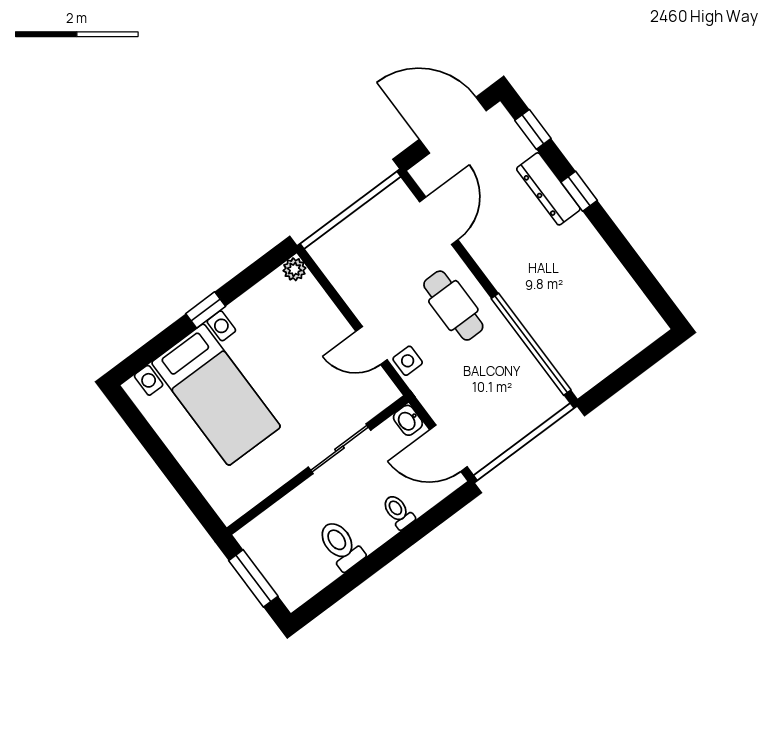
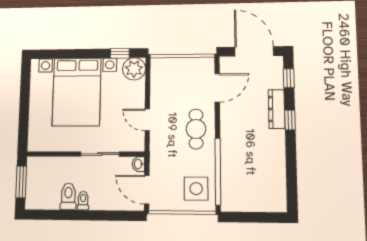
plant: (294, 269) -> (134, 69), width x1.88, depth x1.88
window: (206, 310) -> (120, 53), moved
side table: (408, 361) -> (196, 189), moved, width x1.87, depth x1.87
bed with nightstands: (216, 395) -> (77, 92), width x1.36
toilet: (398, 512) -> (83, 201), moved

